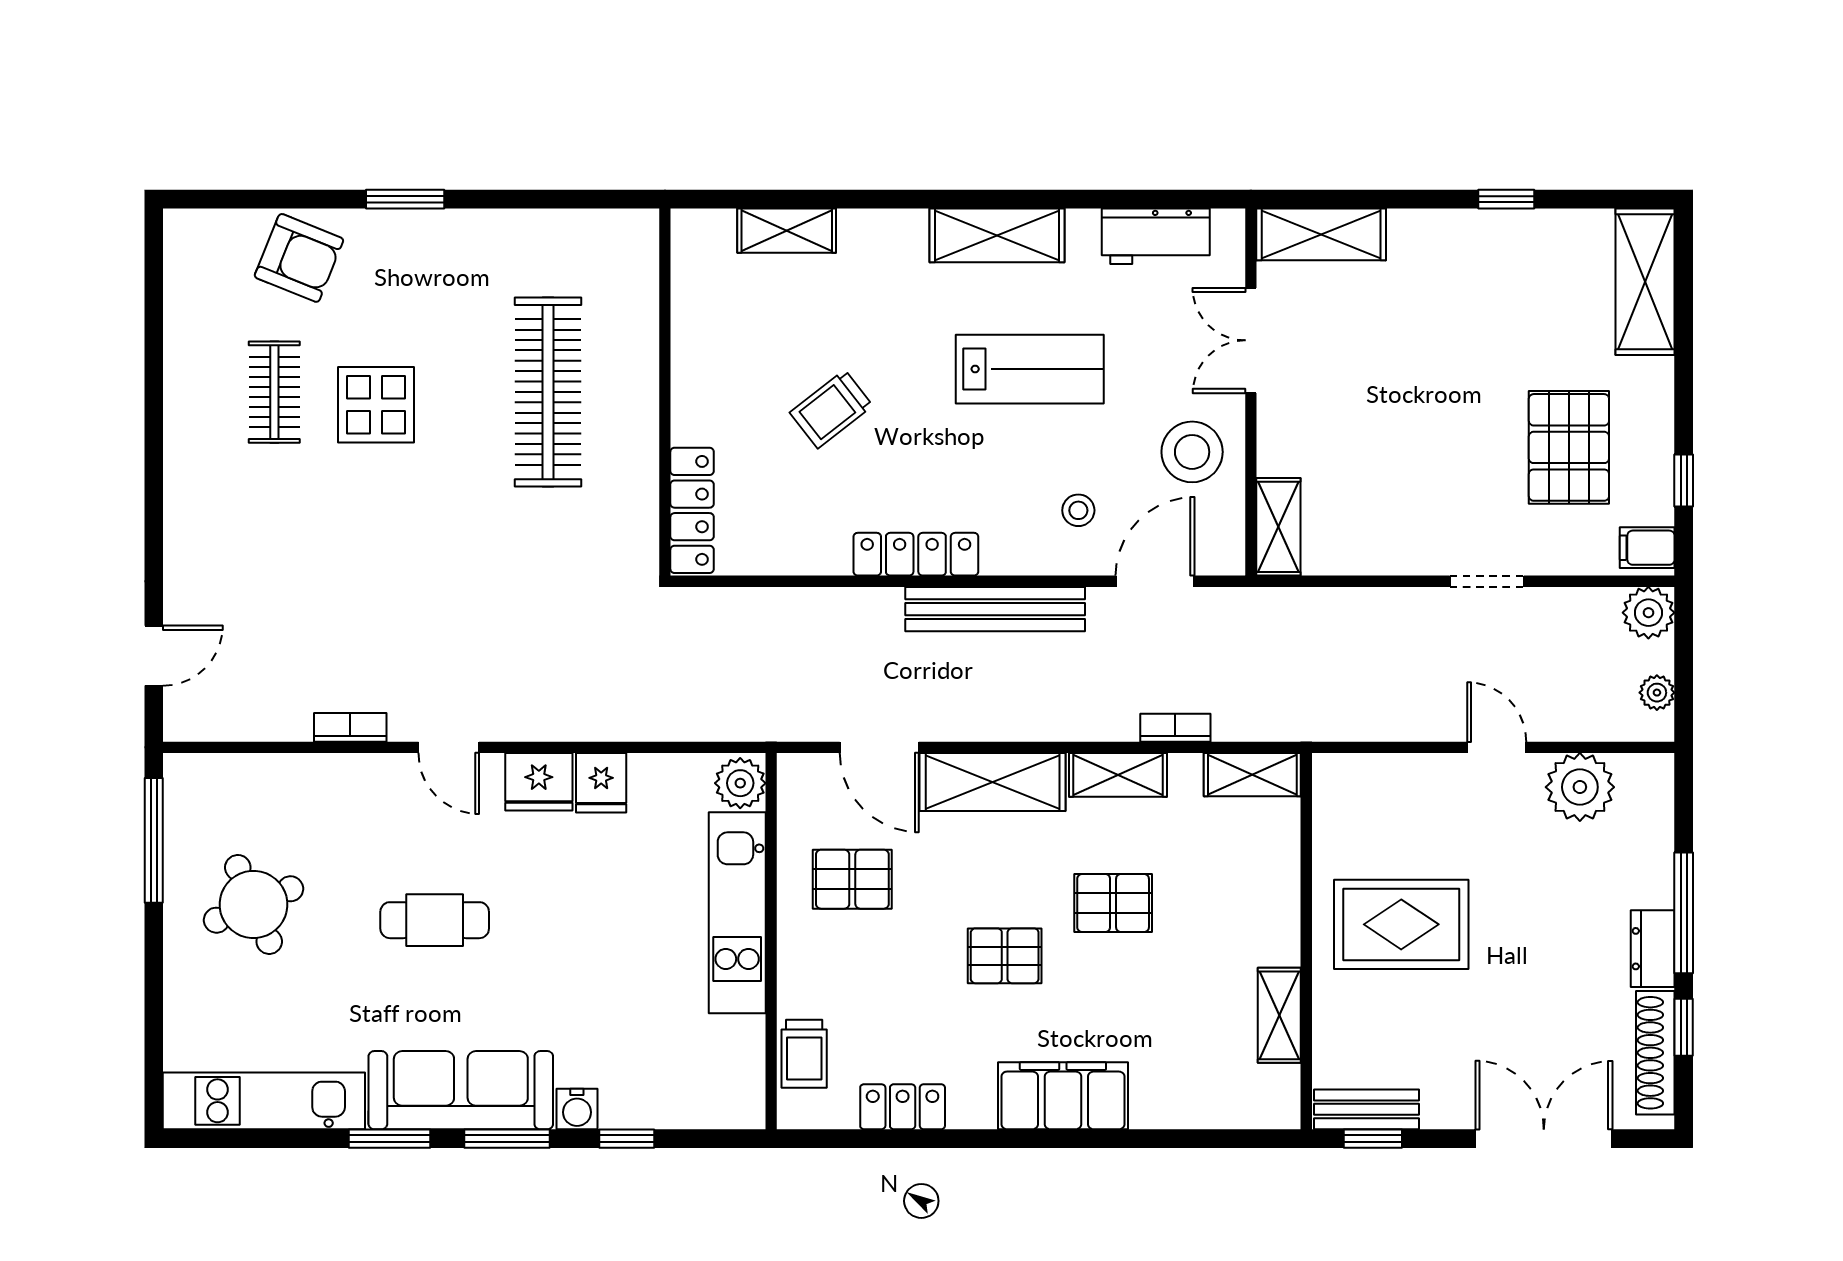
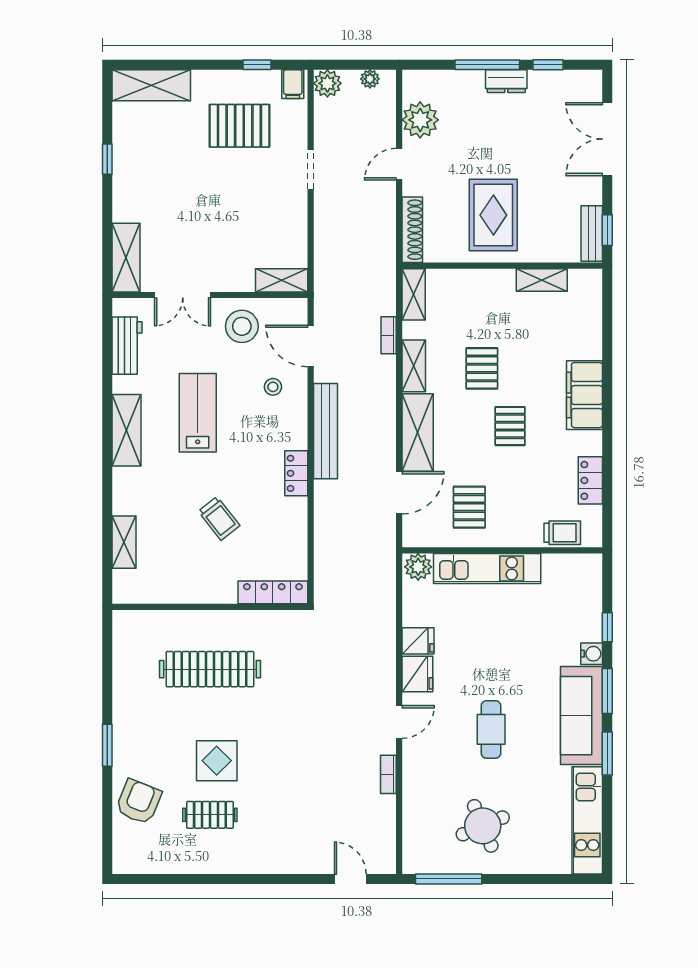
locker: (916, 554) -> (296, 473), width x0.66
shoe rack: (1655, 1053) -> (412, 230), moved, turned -90

